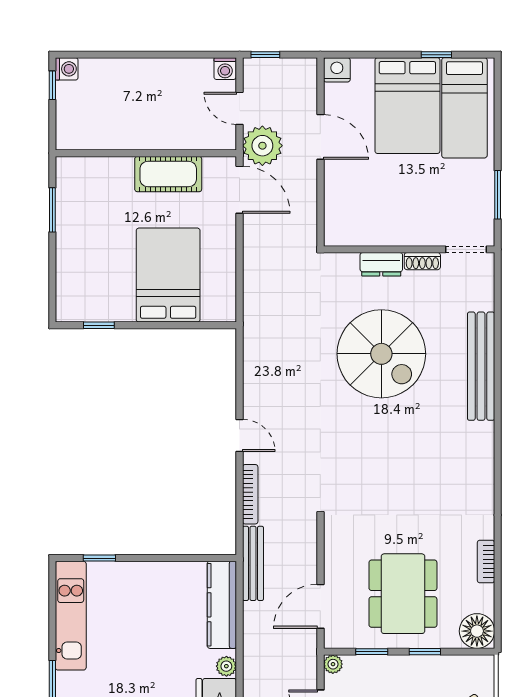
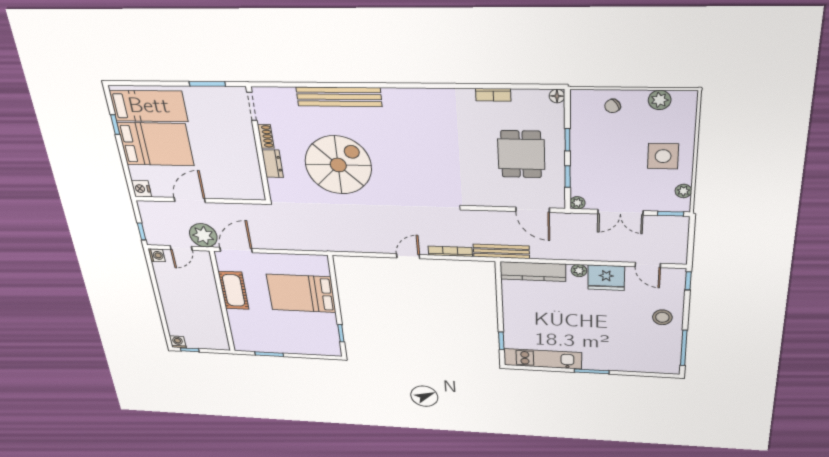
dining table: (403, 594) -> (521, 154), width x0.73
floor lamp: (477, 631) -> (557, 96), width x0.53, depth x0.53

